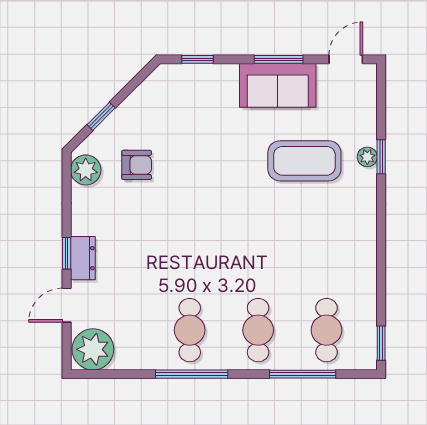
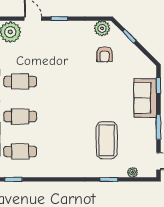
sofa: (278, 85) -> (145, 98), moved
plant: (367, 157) -> (133, 172), moved
dresser: (83, 258) -> (57, 27), removed

